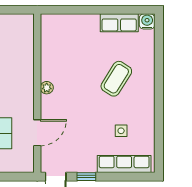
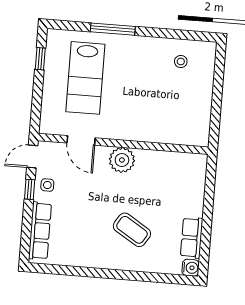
plant: (47, 88) -> (122, 160), width x1.88, depth x1.88
side table: (121, 131) -> (47, 185), moved

